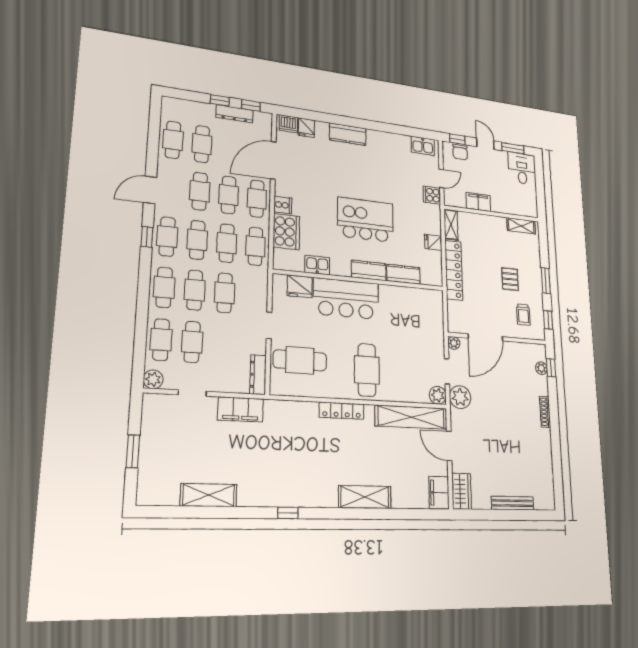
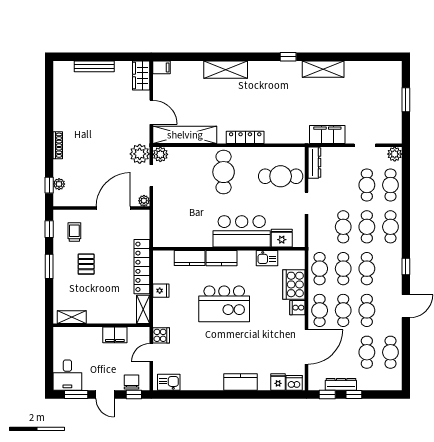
cafe table: (167, 237) -> (390, 269), removed
filing cabinet: (439, 493) -> (161, 67), width x0.50
shelving: (209, 495) -> (323, 69), moved

